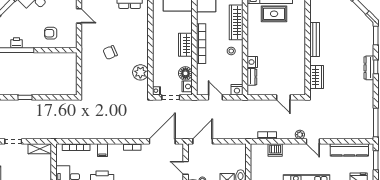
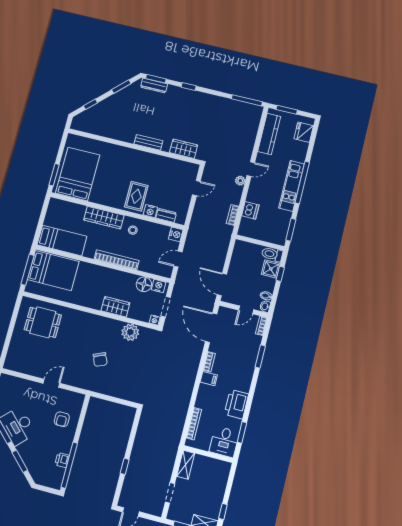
rug: (274, 14) -> (136, 196), moved
bench: (315, 40) -> (148, 142), width x0.73
wardrobe: (185, 45) -> (115, 307), moved, turned 180
dresser: (369, 68) -> (154, 86), moved
filing cabinet: (102, 150) -> (209, 379), moved

